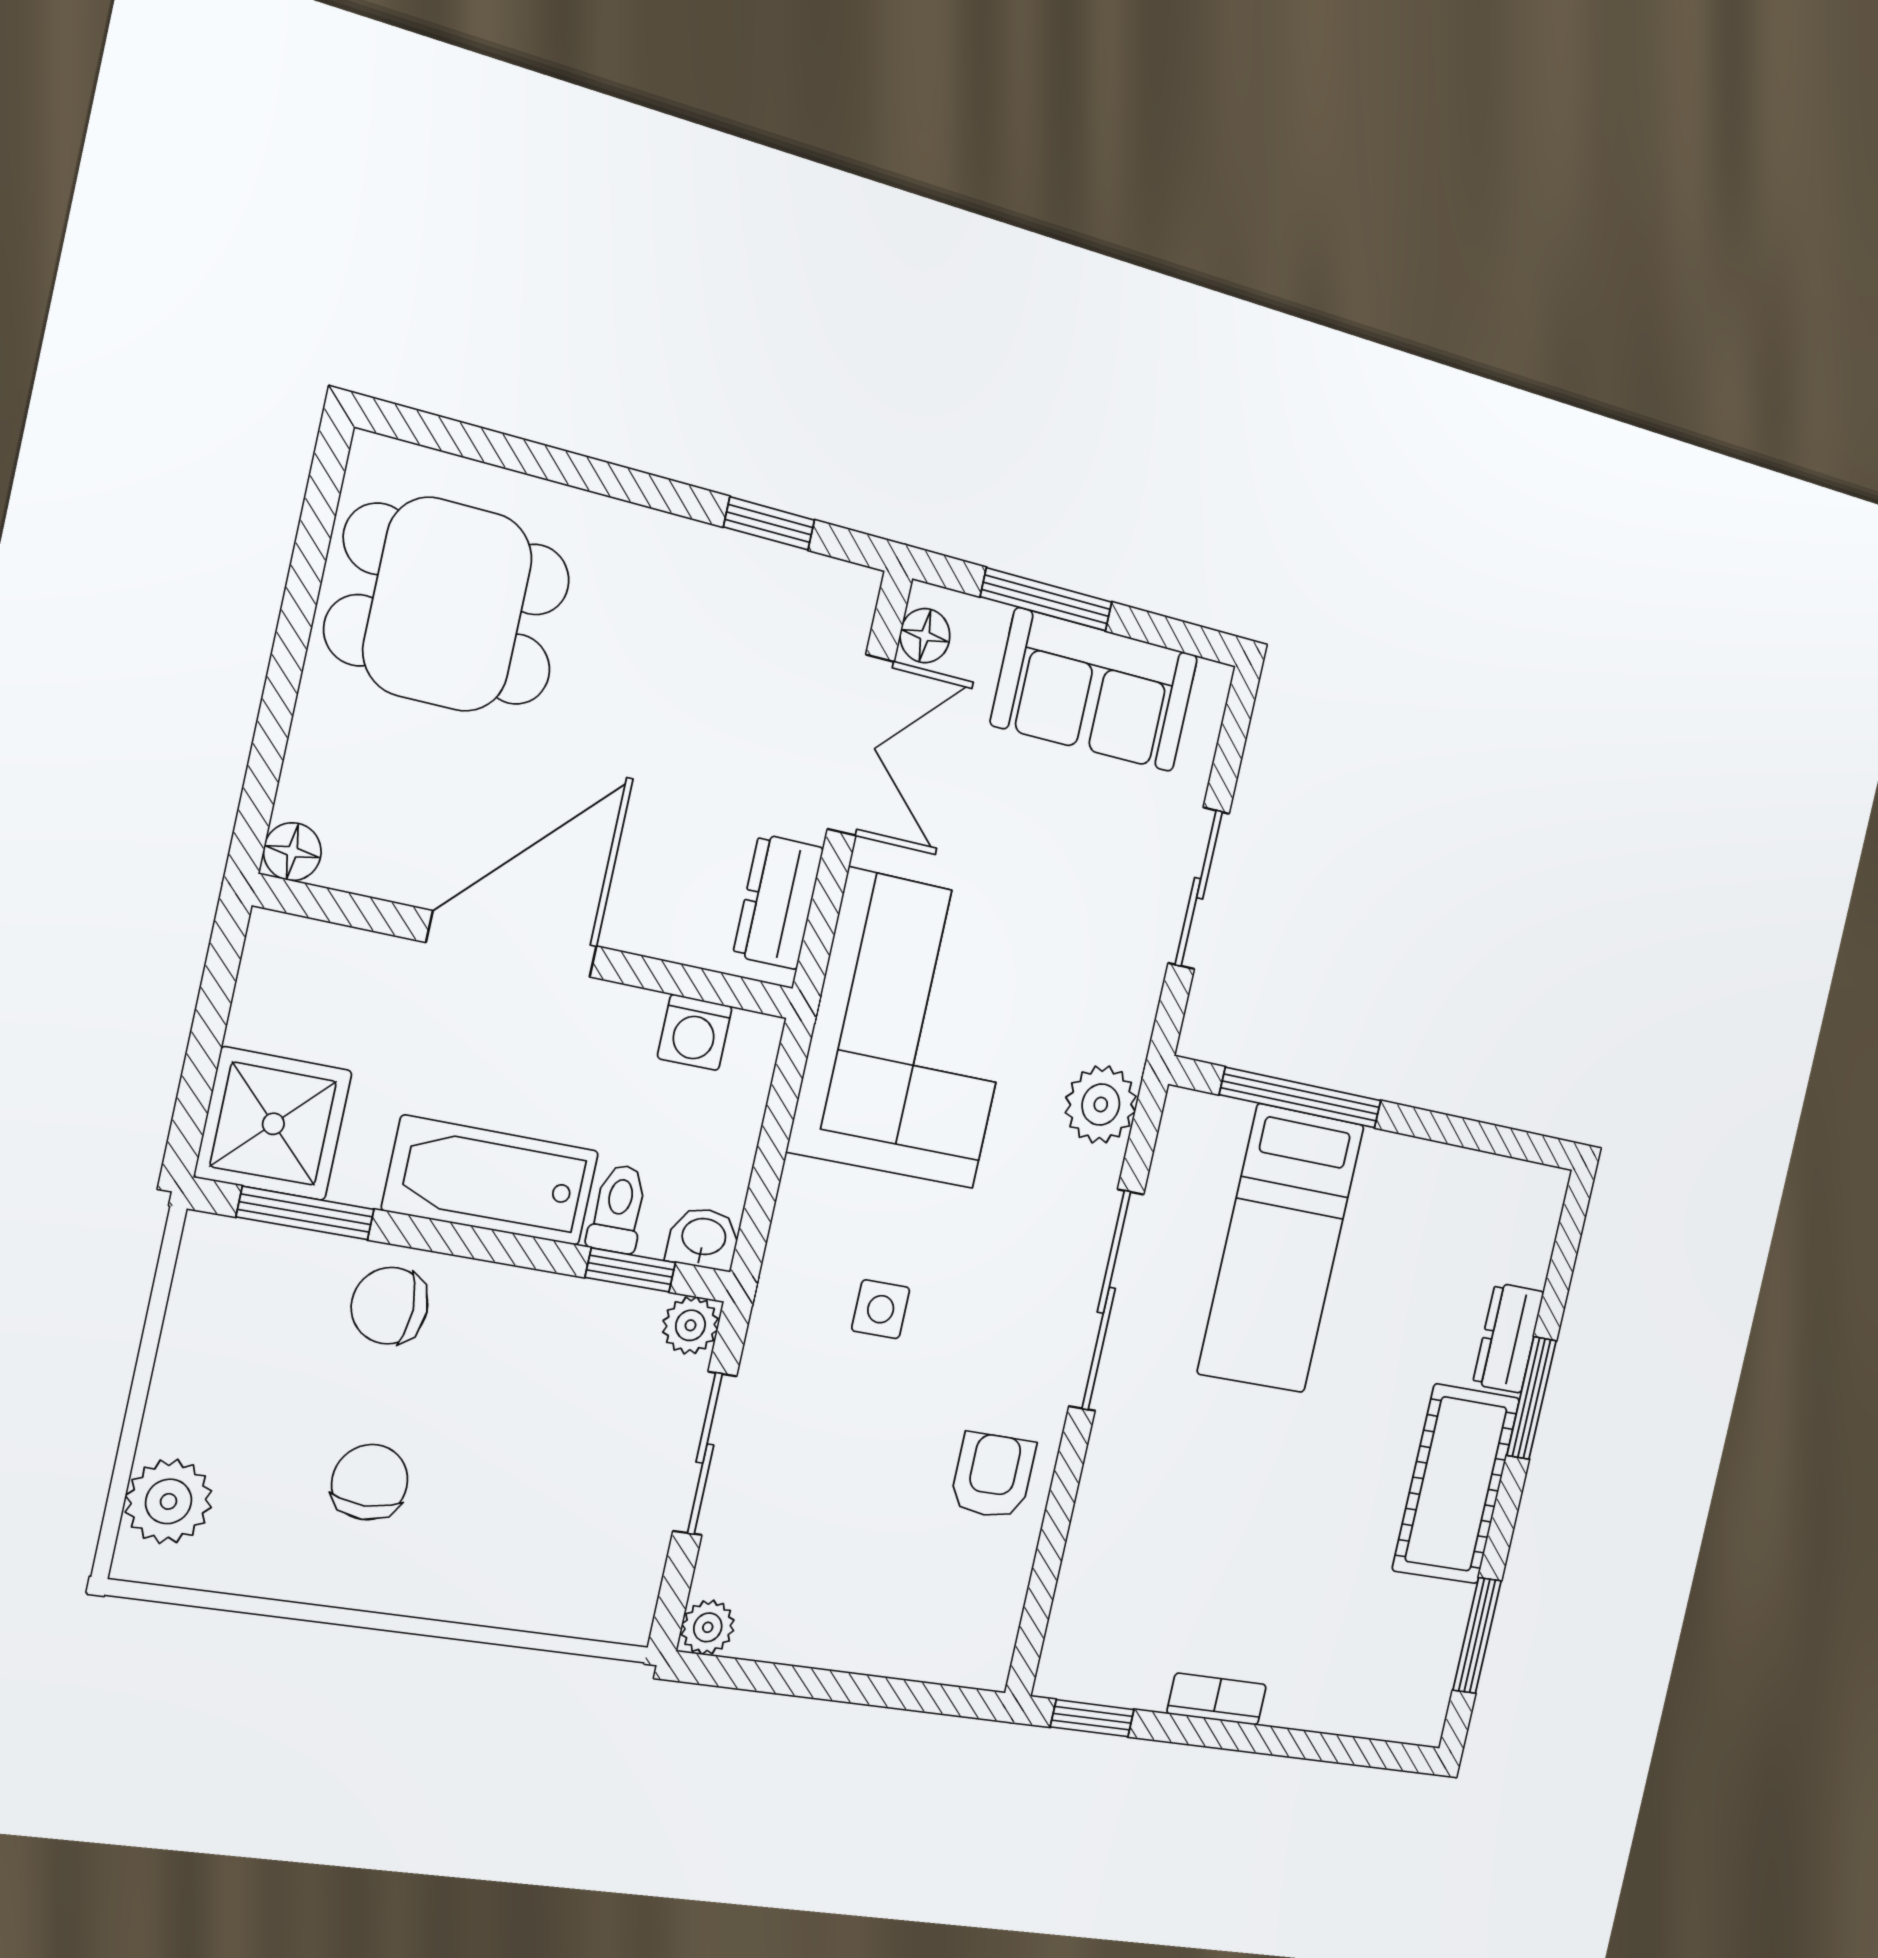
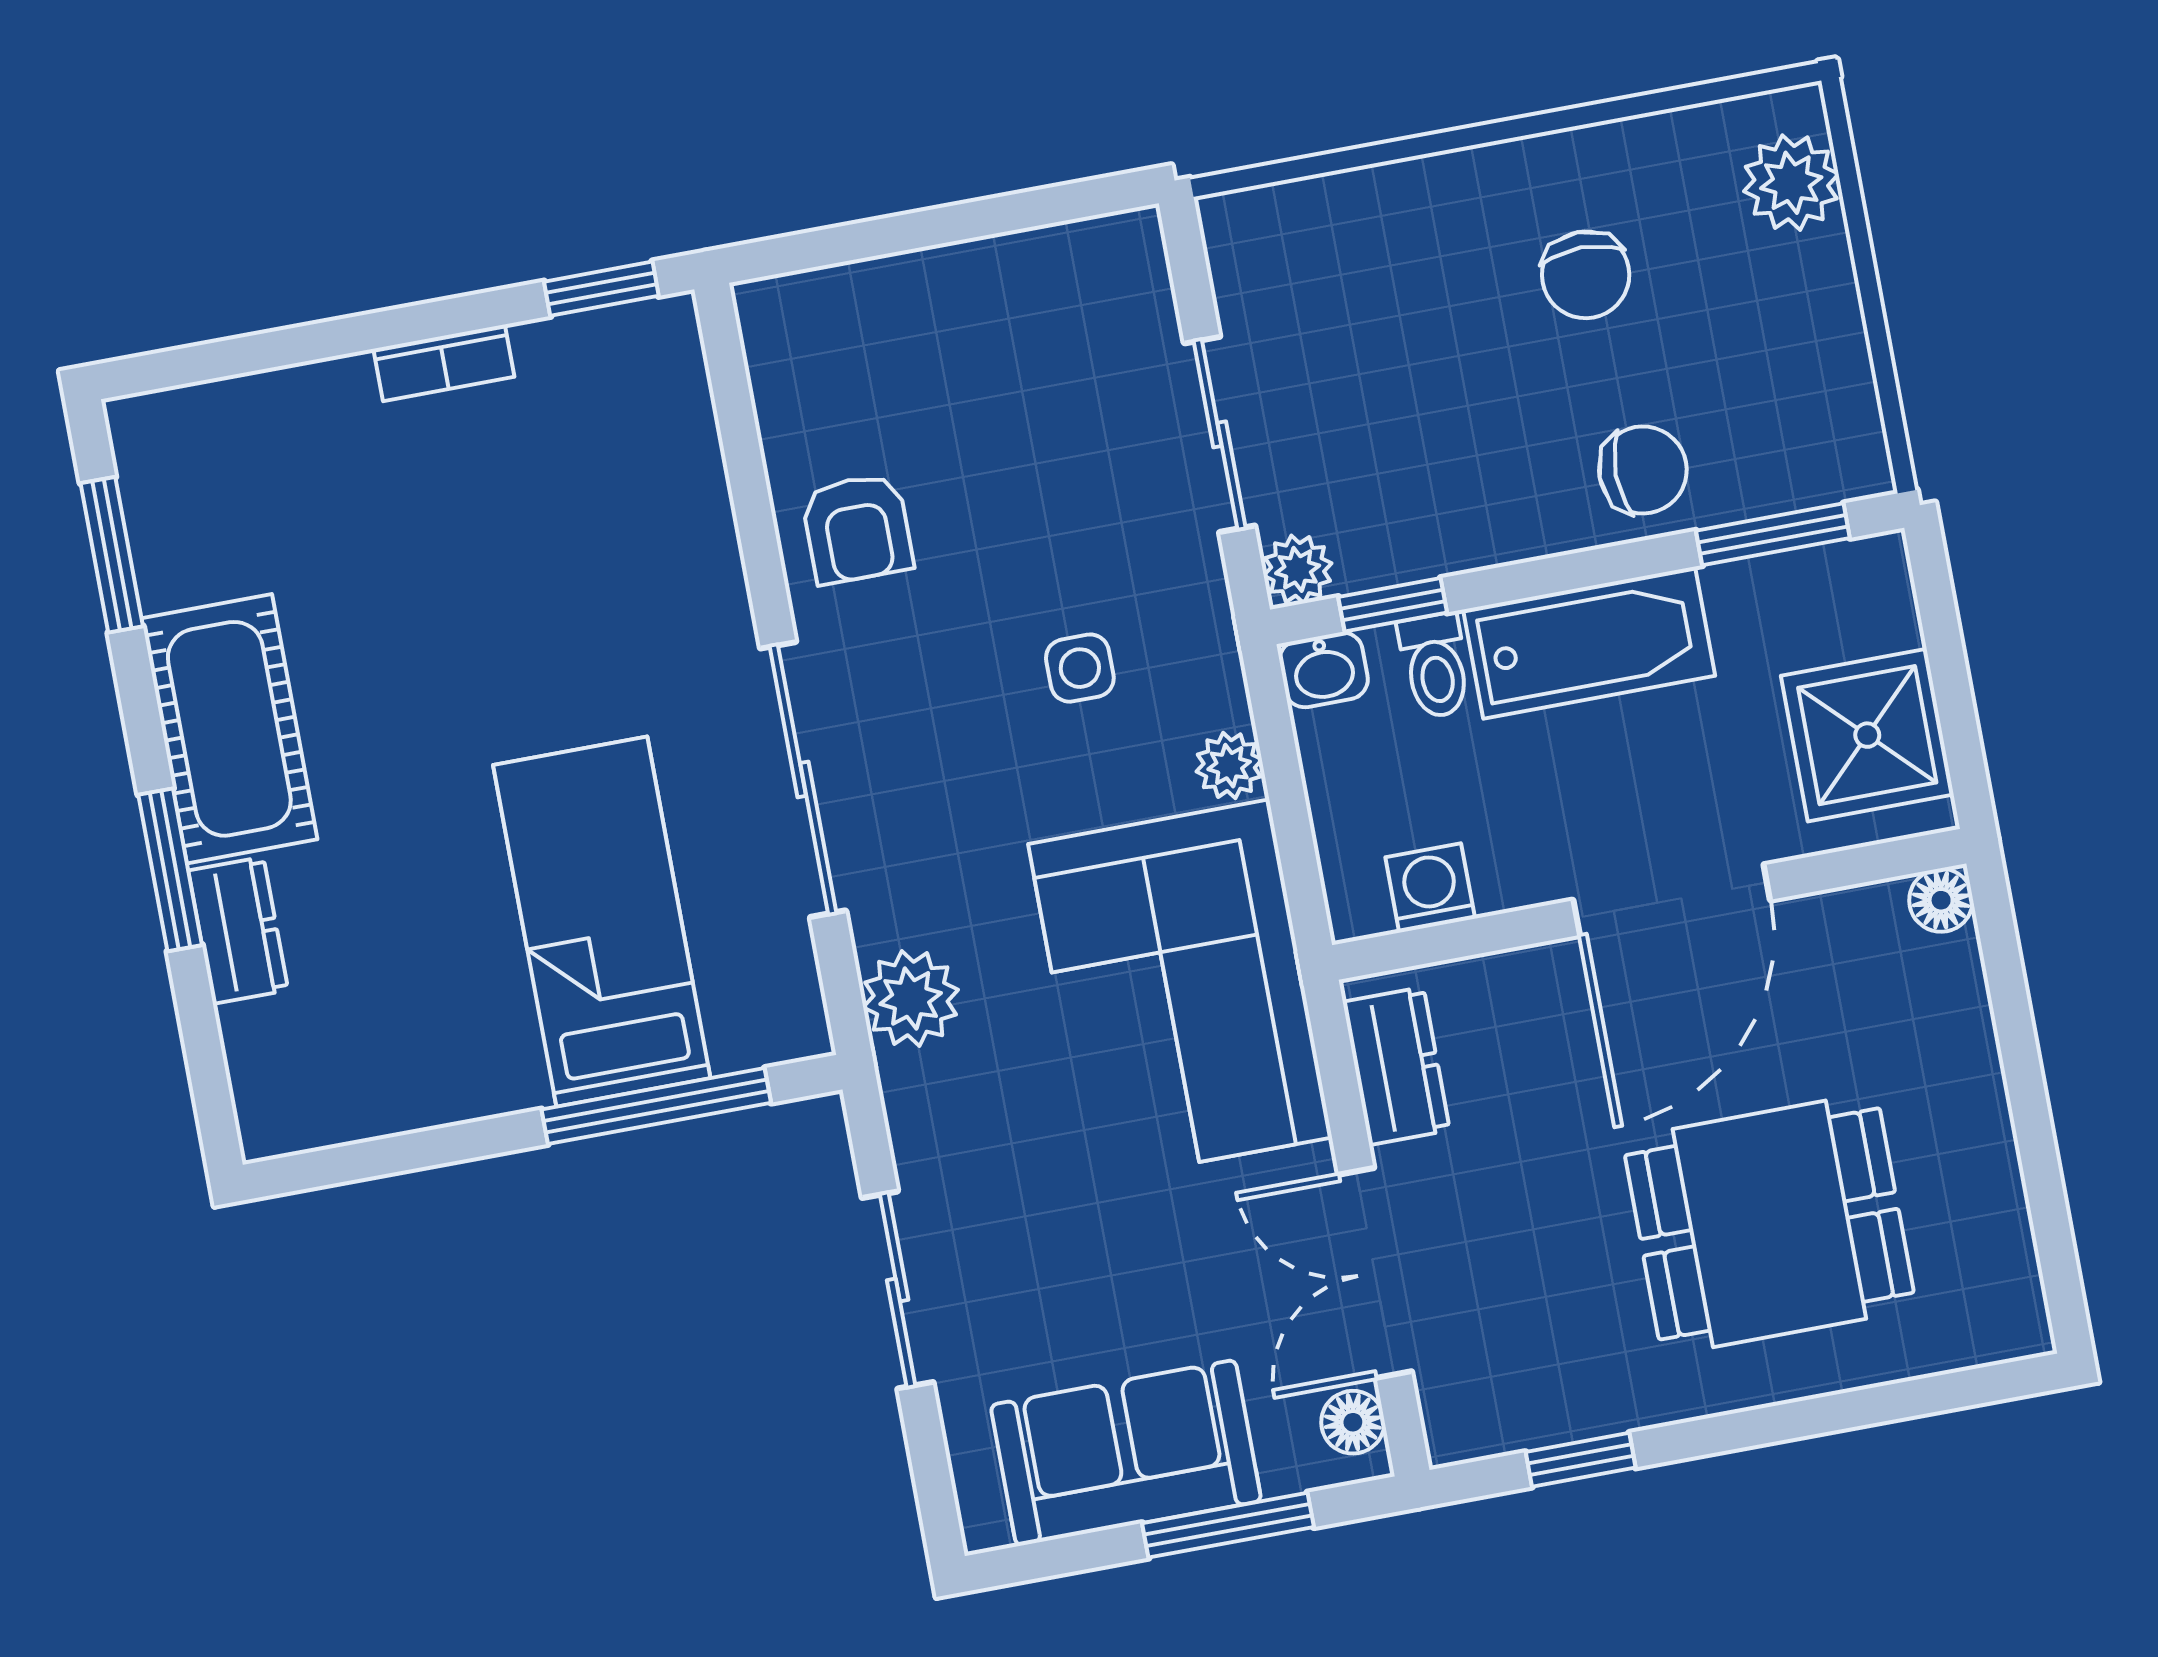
dining table: (448, 605) -> (1769, 1224), moved
shower: (273, 1124) -> (1867, 735), moved
plant: (708, 1627) -> (1229, 766), moved

